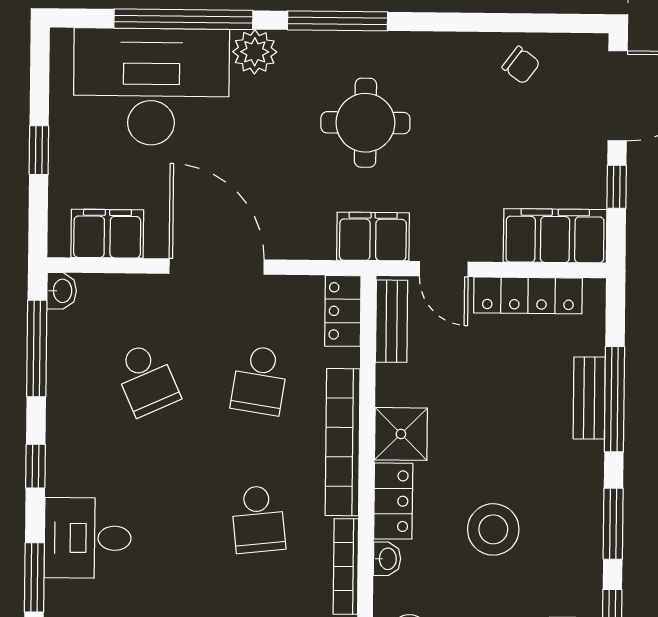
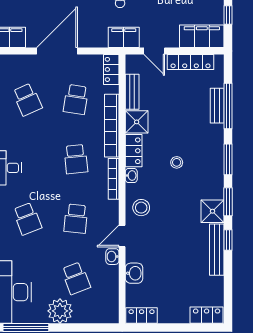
door: (217, 267) -> (57, 51), hinge flipped
bench: (392, 321) -> (132, 92), moved
stool: (493, 529) -> (177, 162), width x0.53, depth x0.53

